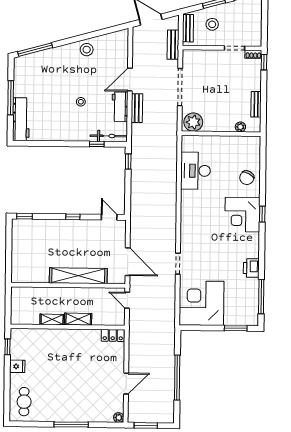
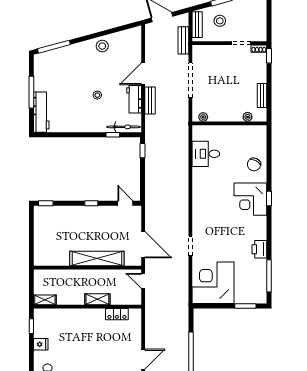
plant: (193, 122) -> (203, 117), width x0.53, depth x0.53
desk: (196, 171) -> (206, 154), width x0.73
shelving: (52, 319) -> (45, 300), moved
locker: (113, 335) -> (117, 314), moved

